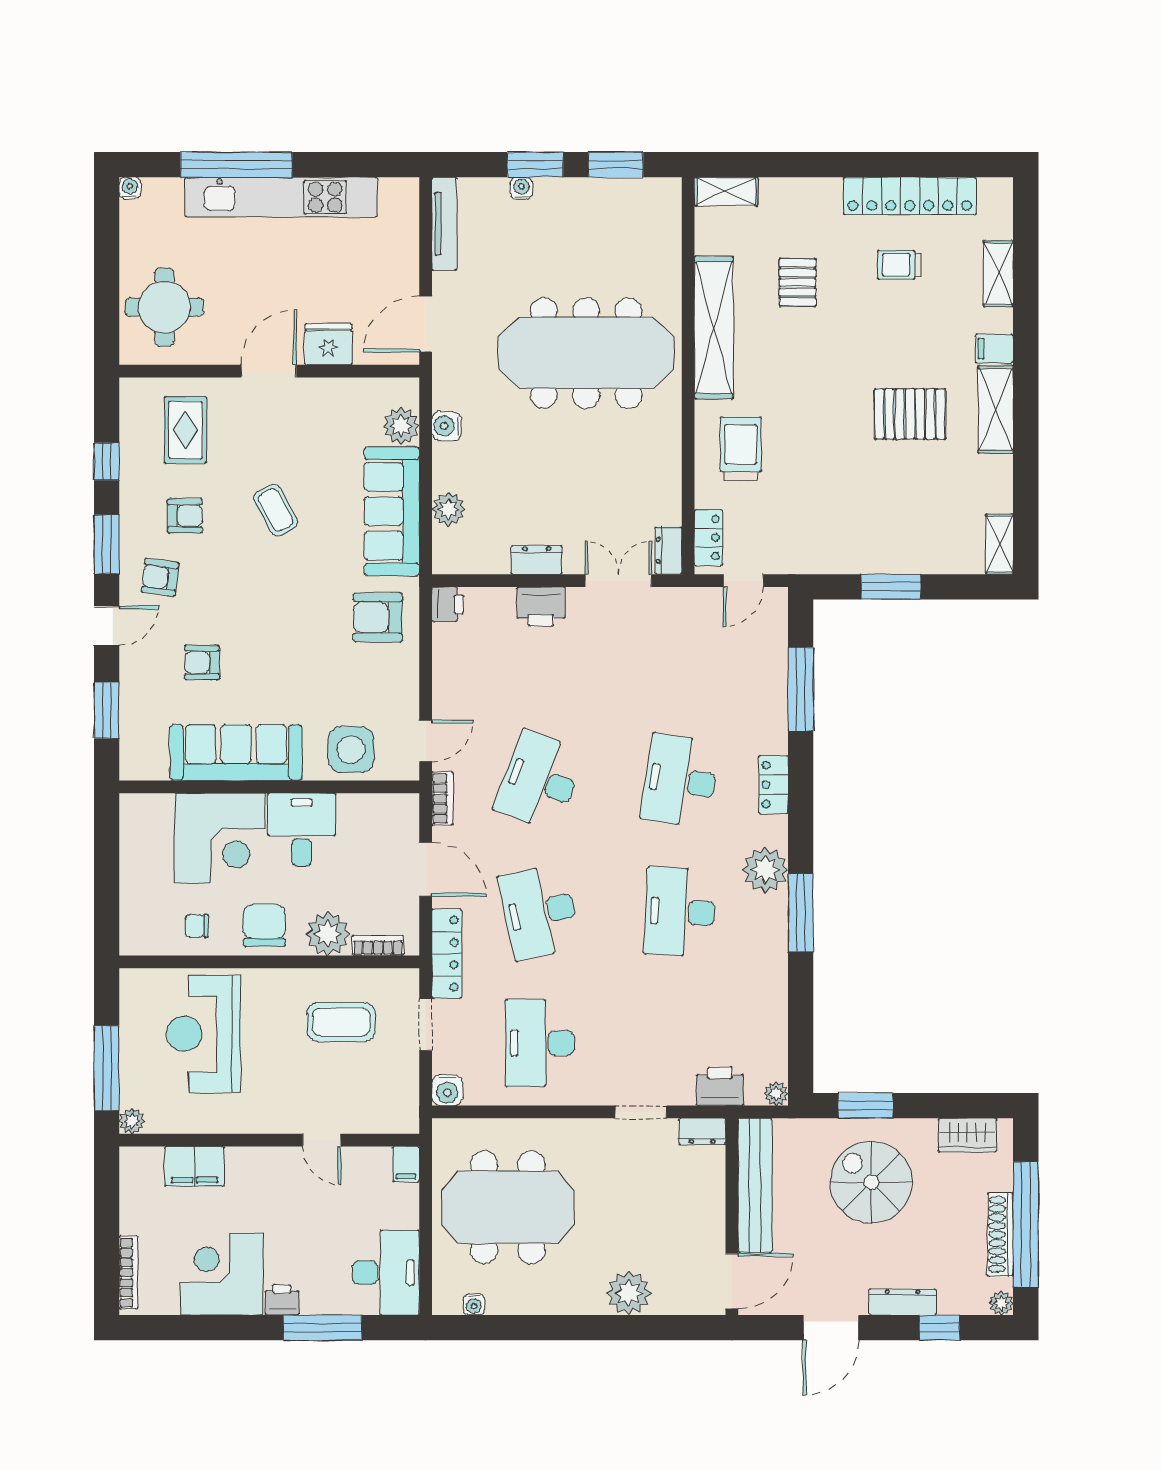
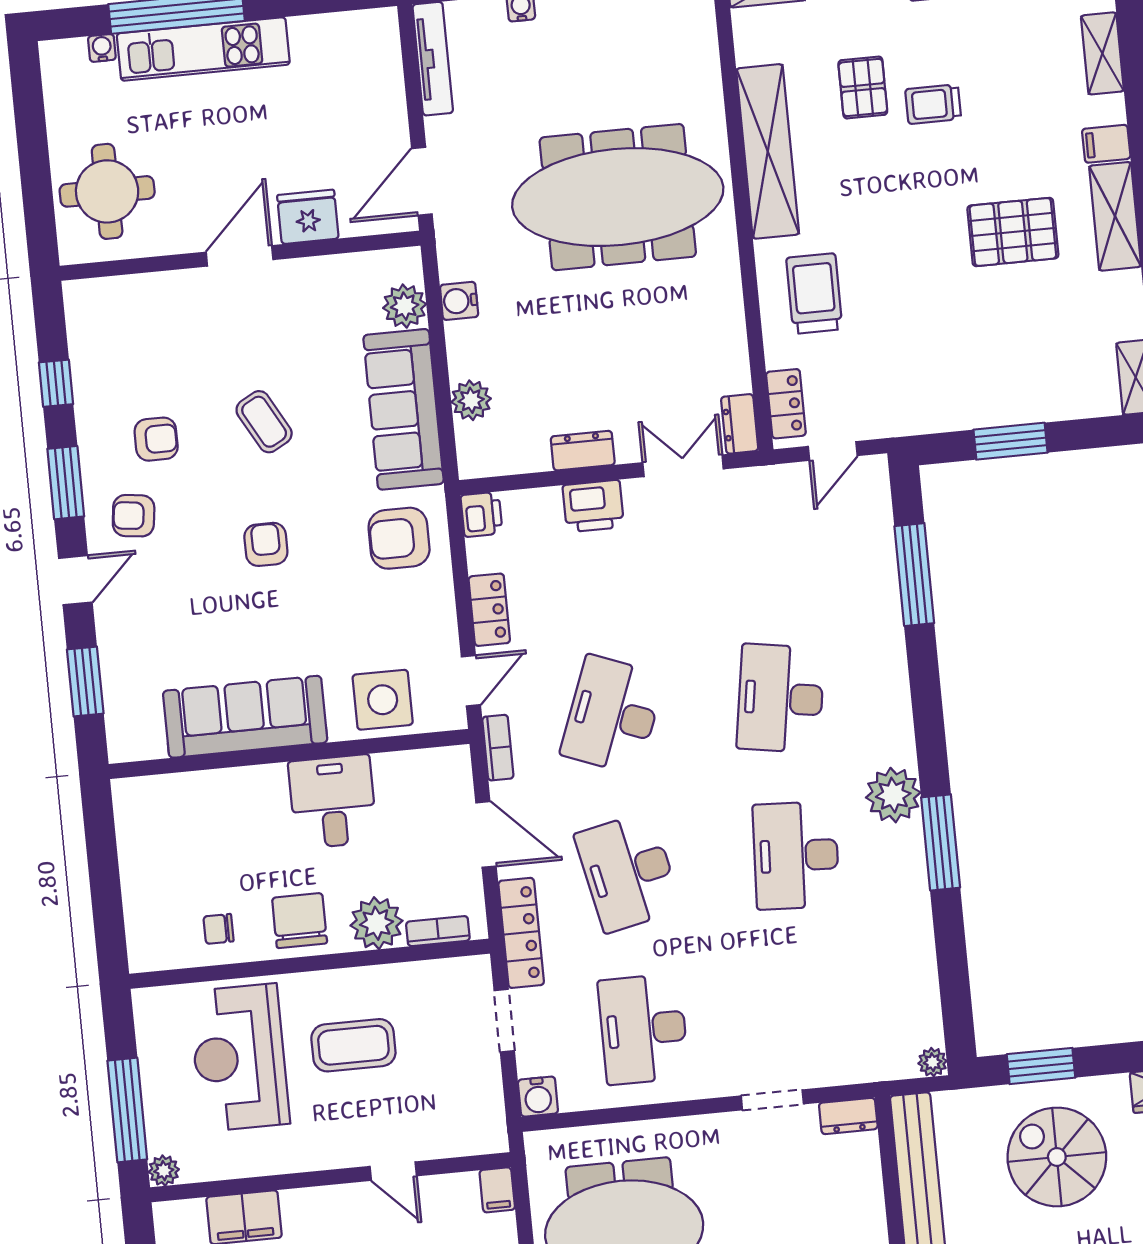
water cooler: (130, 188) -> (102, 48), moved
kitchen unit: (281, 197) -> (203, 49), width x0.73
trolley: (899, 265) -> (933, 104), moved
rug: (186, 430) -> (147, 336), removed
armchair: (202, 662) -> (266, 544), moved, turned 90
locker: (773, 785) -> (489, 610), moved, turned 180
corner desk: (220, 838) -> (236, 821), removed
coffee table: (341, 1022) -> (353, 1045), moved
printer: (720, 1086) -> (864, 1060), removed

